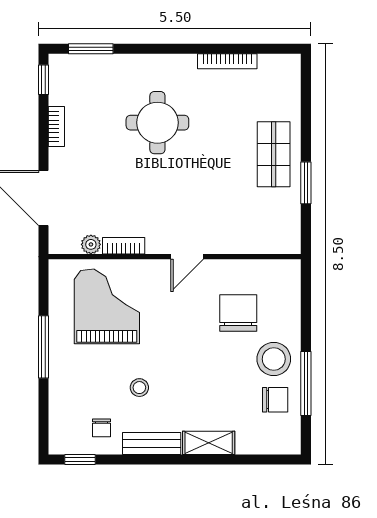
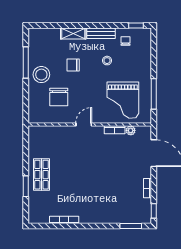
round table: (157, 123) -> (98, 190), removed
window: (306, 183) -> (26, 186), moved
window: (43, 347) -> (154, 94), moved
chair: (275, 400) -> (73, 65), moved

